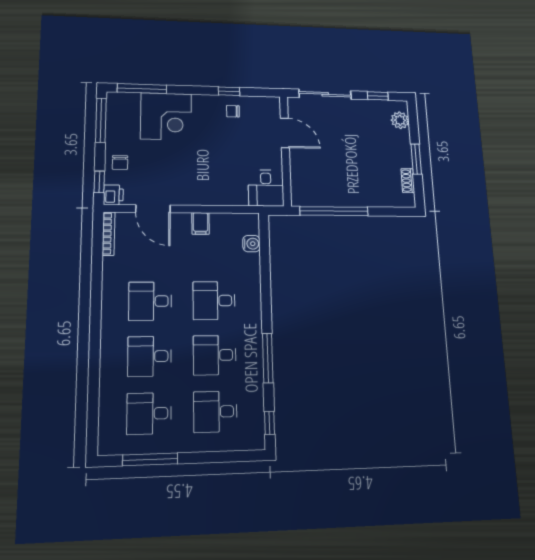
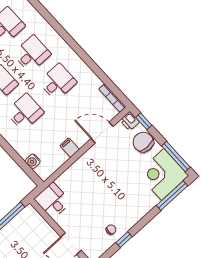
corner desk: (166, 116) -> (163, 174), moved
chair: (120, 162) -> (143, 142), width x1.87, depth x1.87

